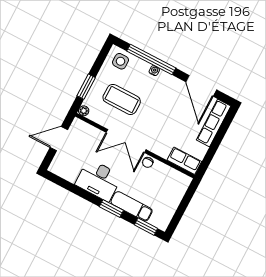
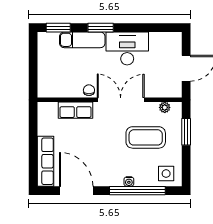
plant: (84, 111) -> (165, 107), moved
row of seats: (184, 161) -> (75, 110), moved

